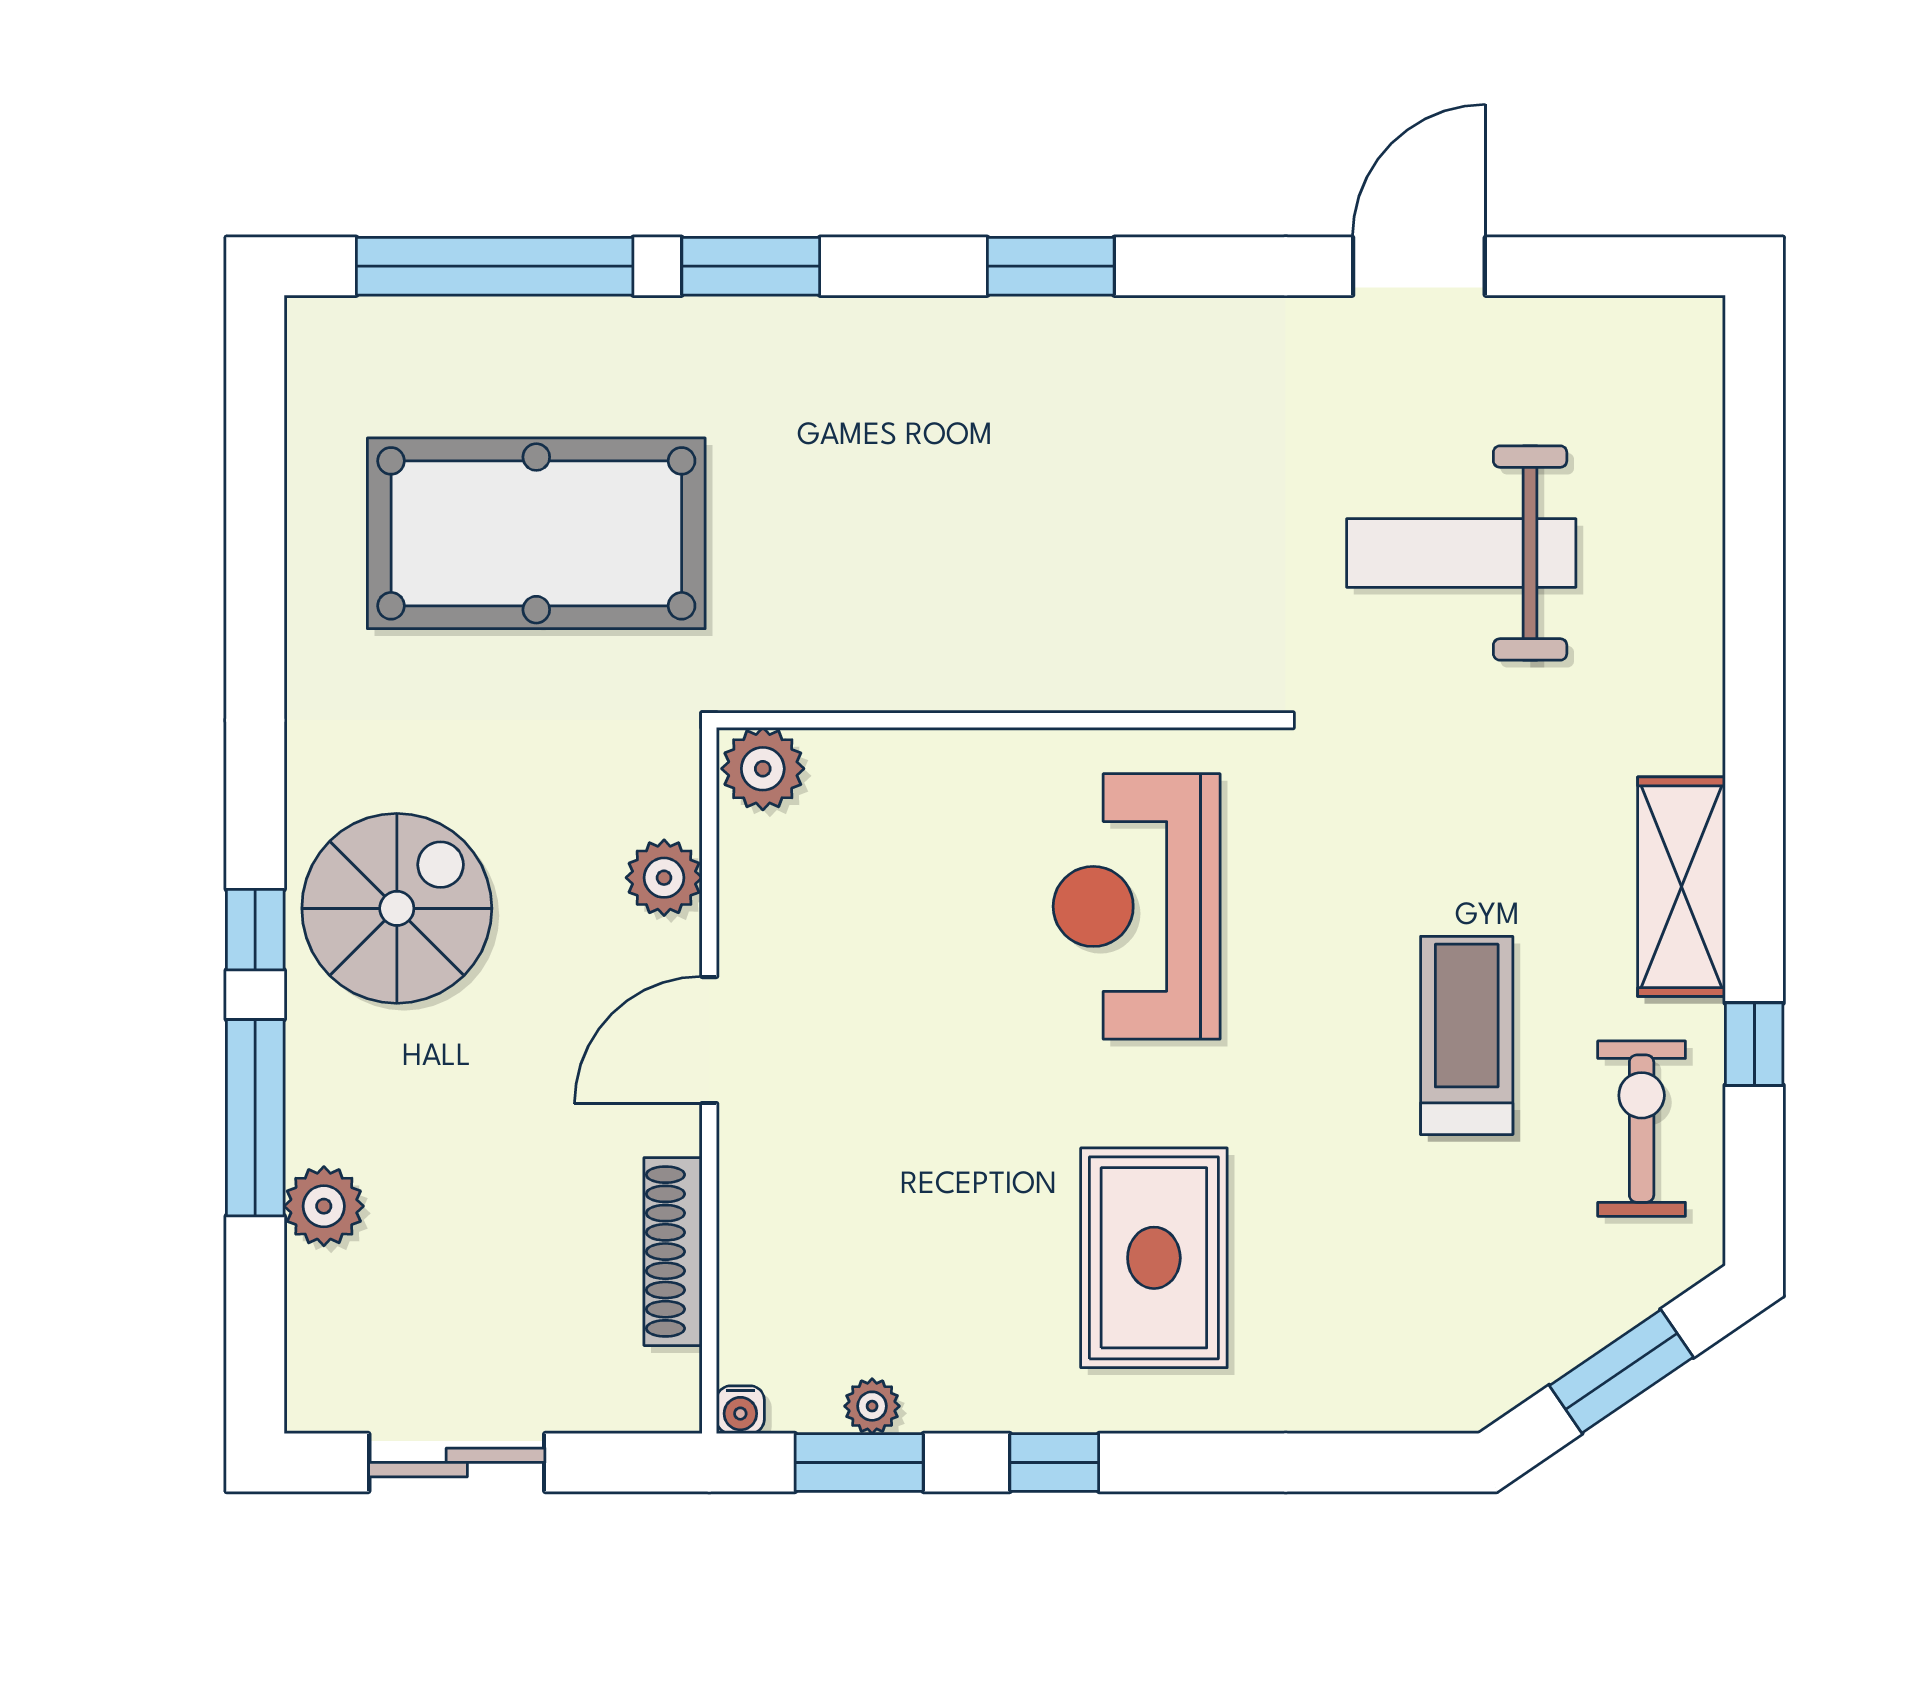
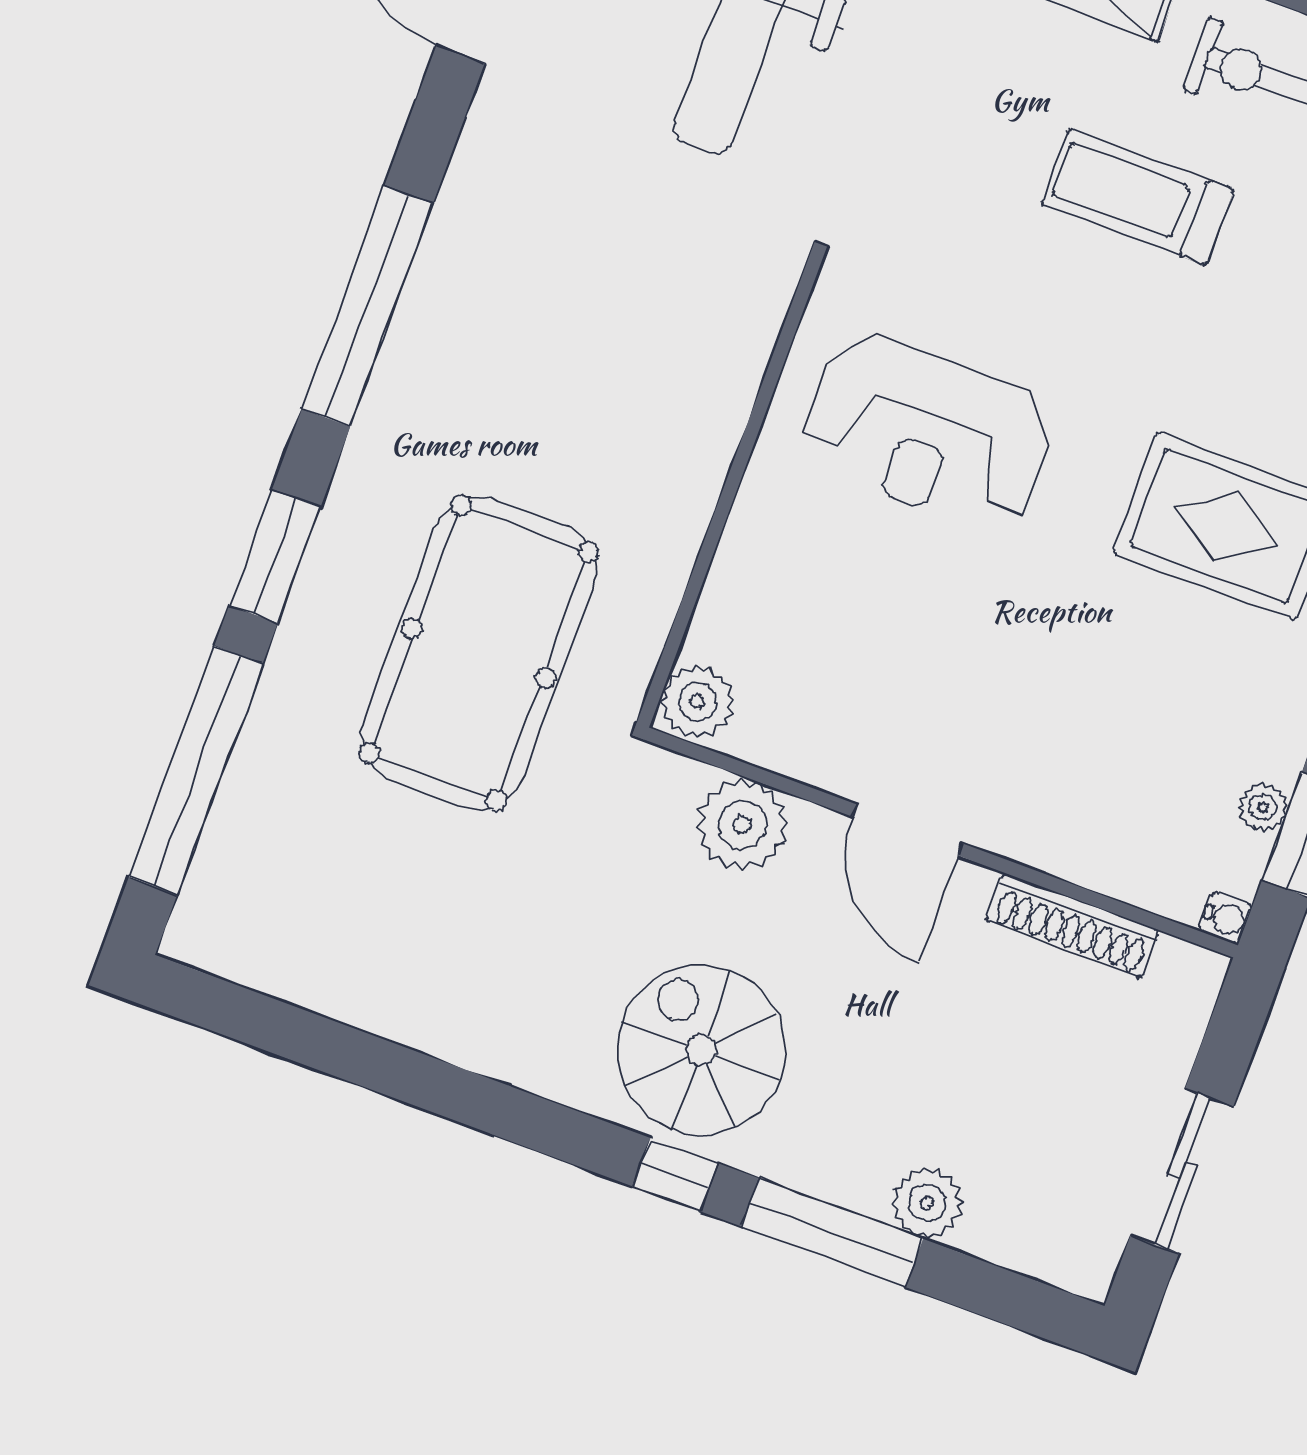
window: (1051, 266) -> (367, 306), width x2.11
pool table: (536, 533) -> (479, 653), moved
plant: (664, 878) -> (742, 825), width x1.36, depth x1.36

